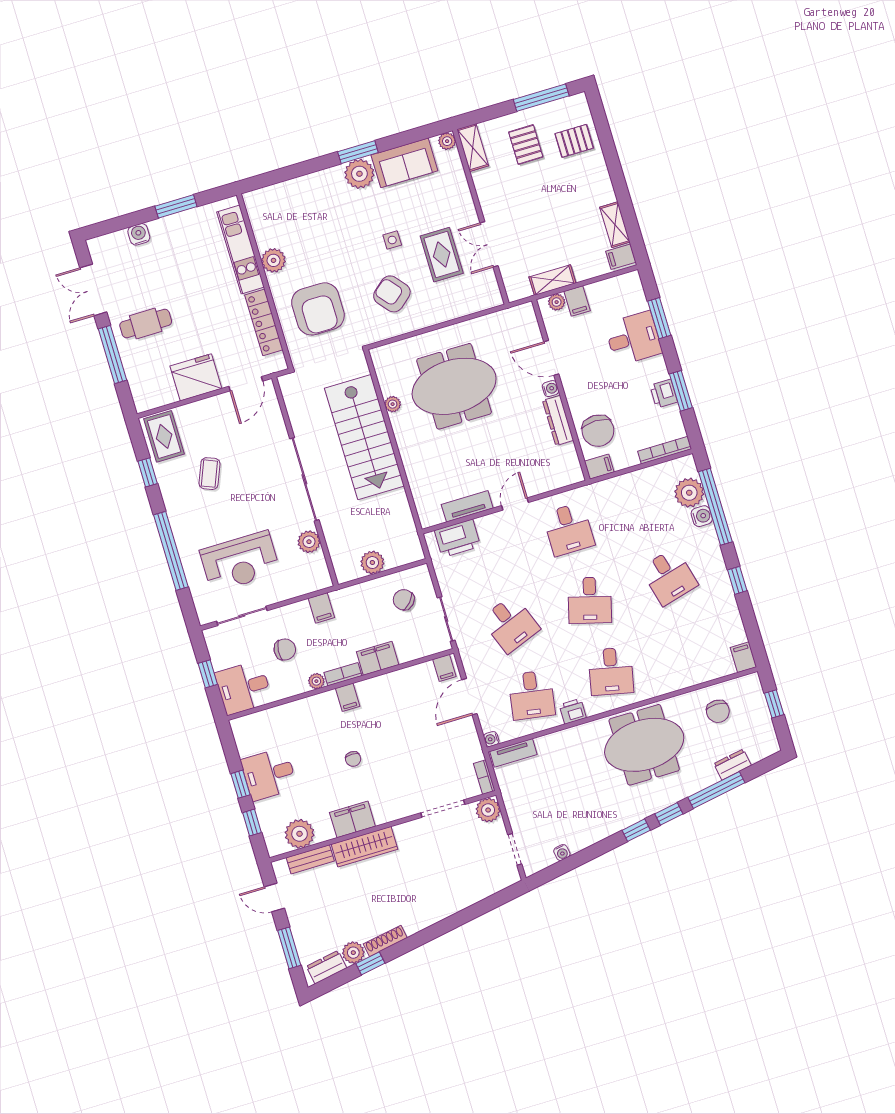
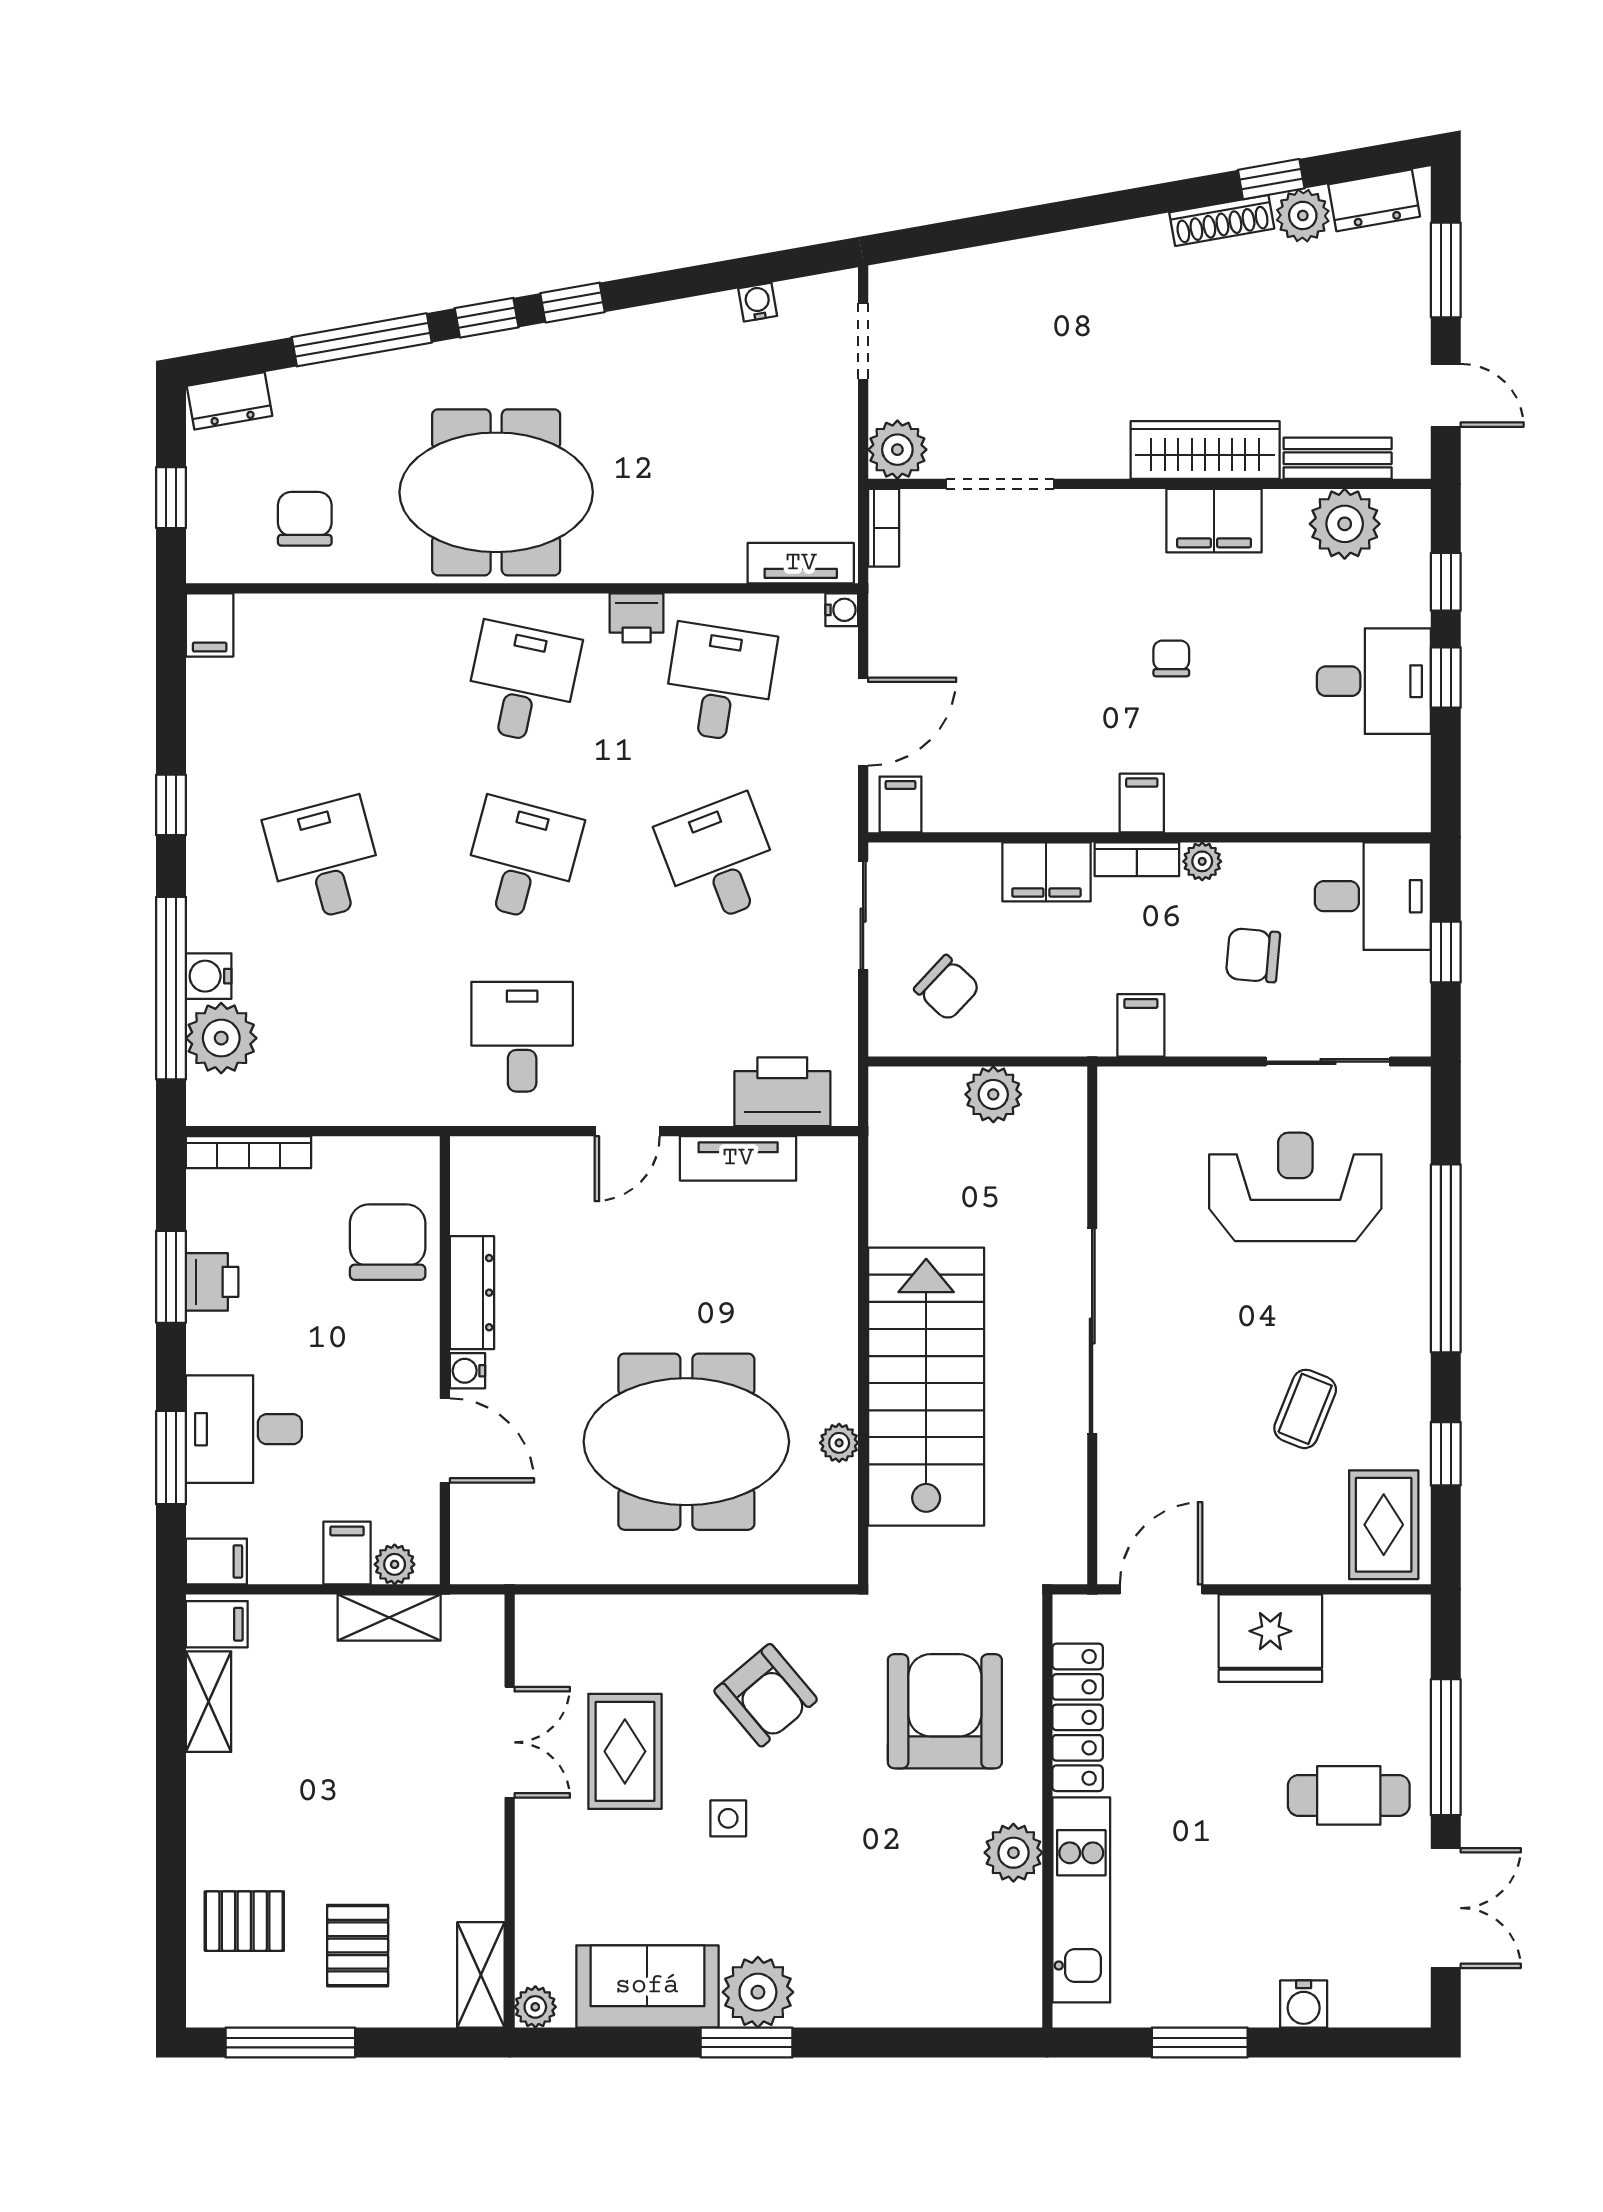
filing cabinet: (599, 467) -> (216, 1561), moved, turned 180
plant: (309, 542) -> (1124, 1185), removed
dresser: (733, 764) -> (230, 401), moved

